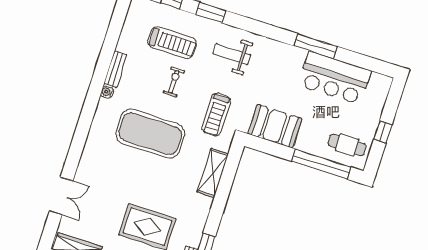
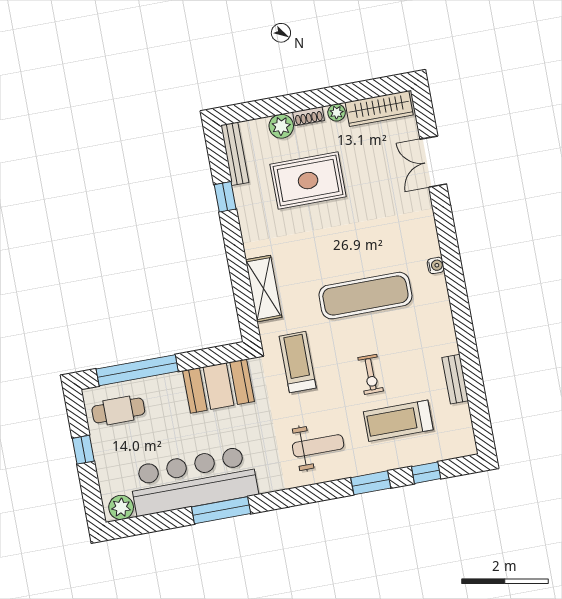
bench: (115, 69) -> (455, 379), moved
bar counter: (335, 78) -> (193, 481), width x1.36
plant: (378, 82) -> (121, 507), added
water cooler: (107, 92) -> (436, 265), moved
exercise mat: (150, 134) -> (365, 296), width x0.68

